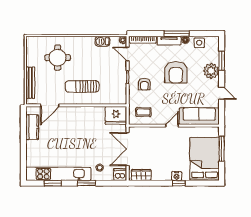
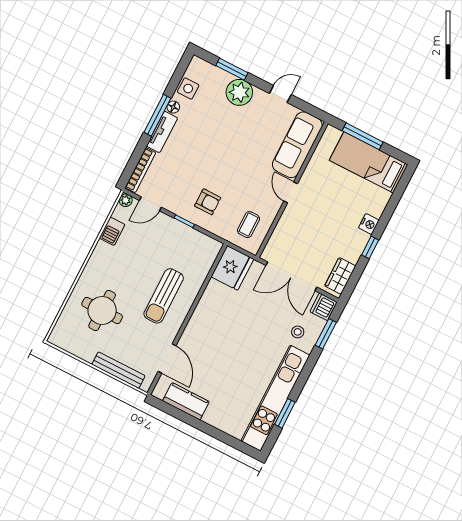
armchair: (176, 72) -> (214, 146), removed
bed: (205, 159) -> (369, 162), width x0.67
window: (86, 183) -> (326, 334), moved
window: (179, 183) -> (370, 247), moved

